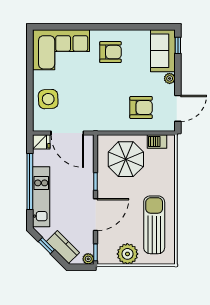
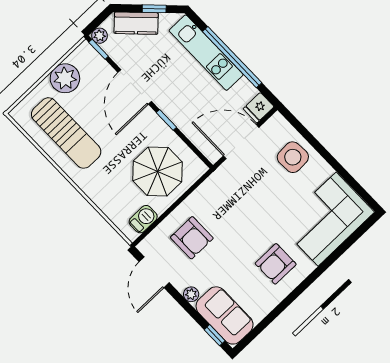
armchair: (141, 107) -> (192, 238), turned -90

